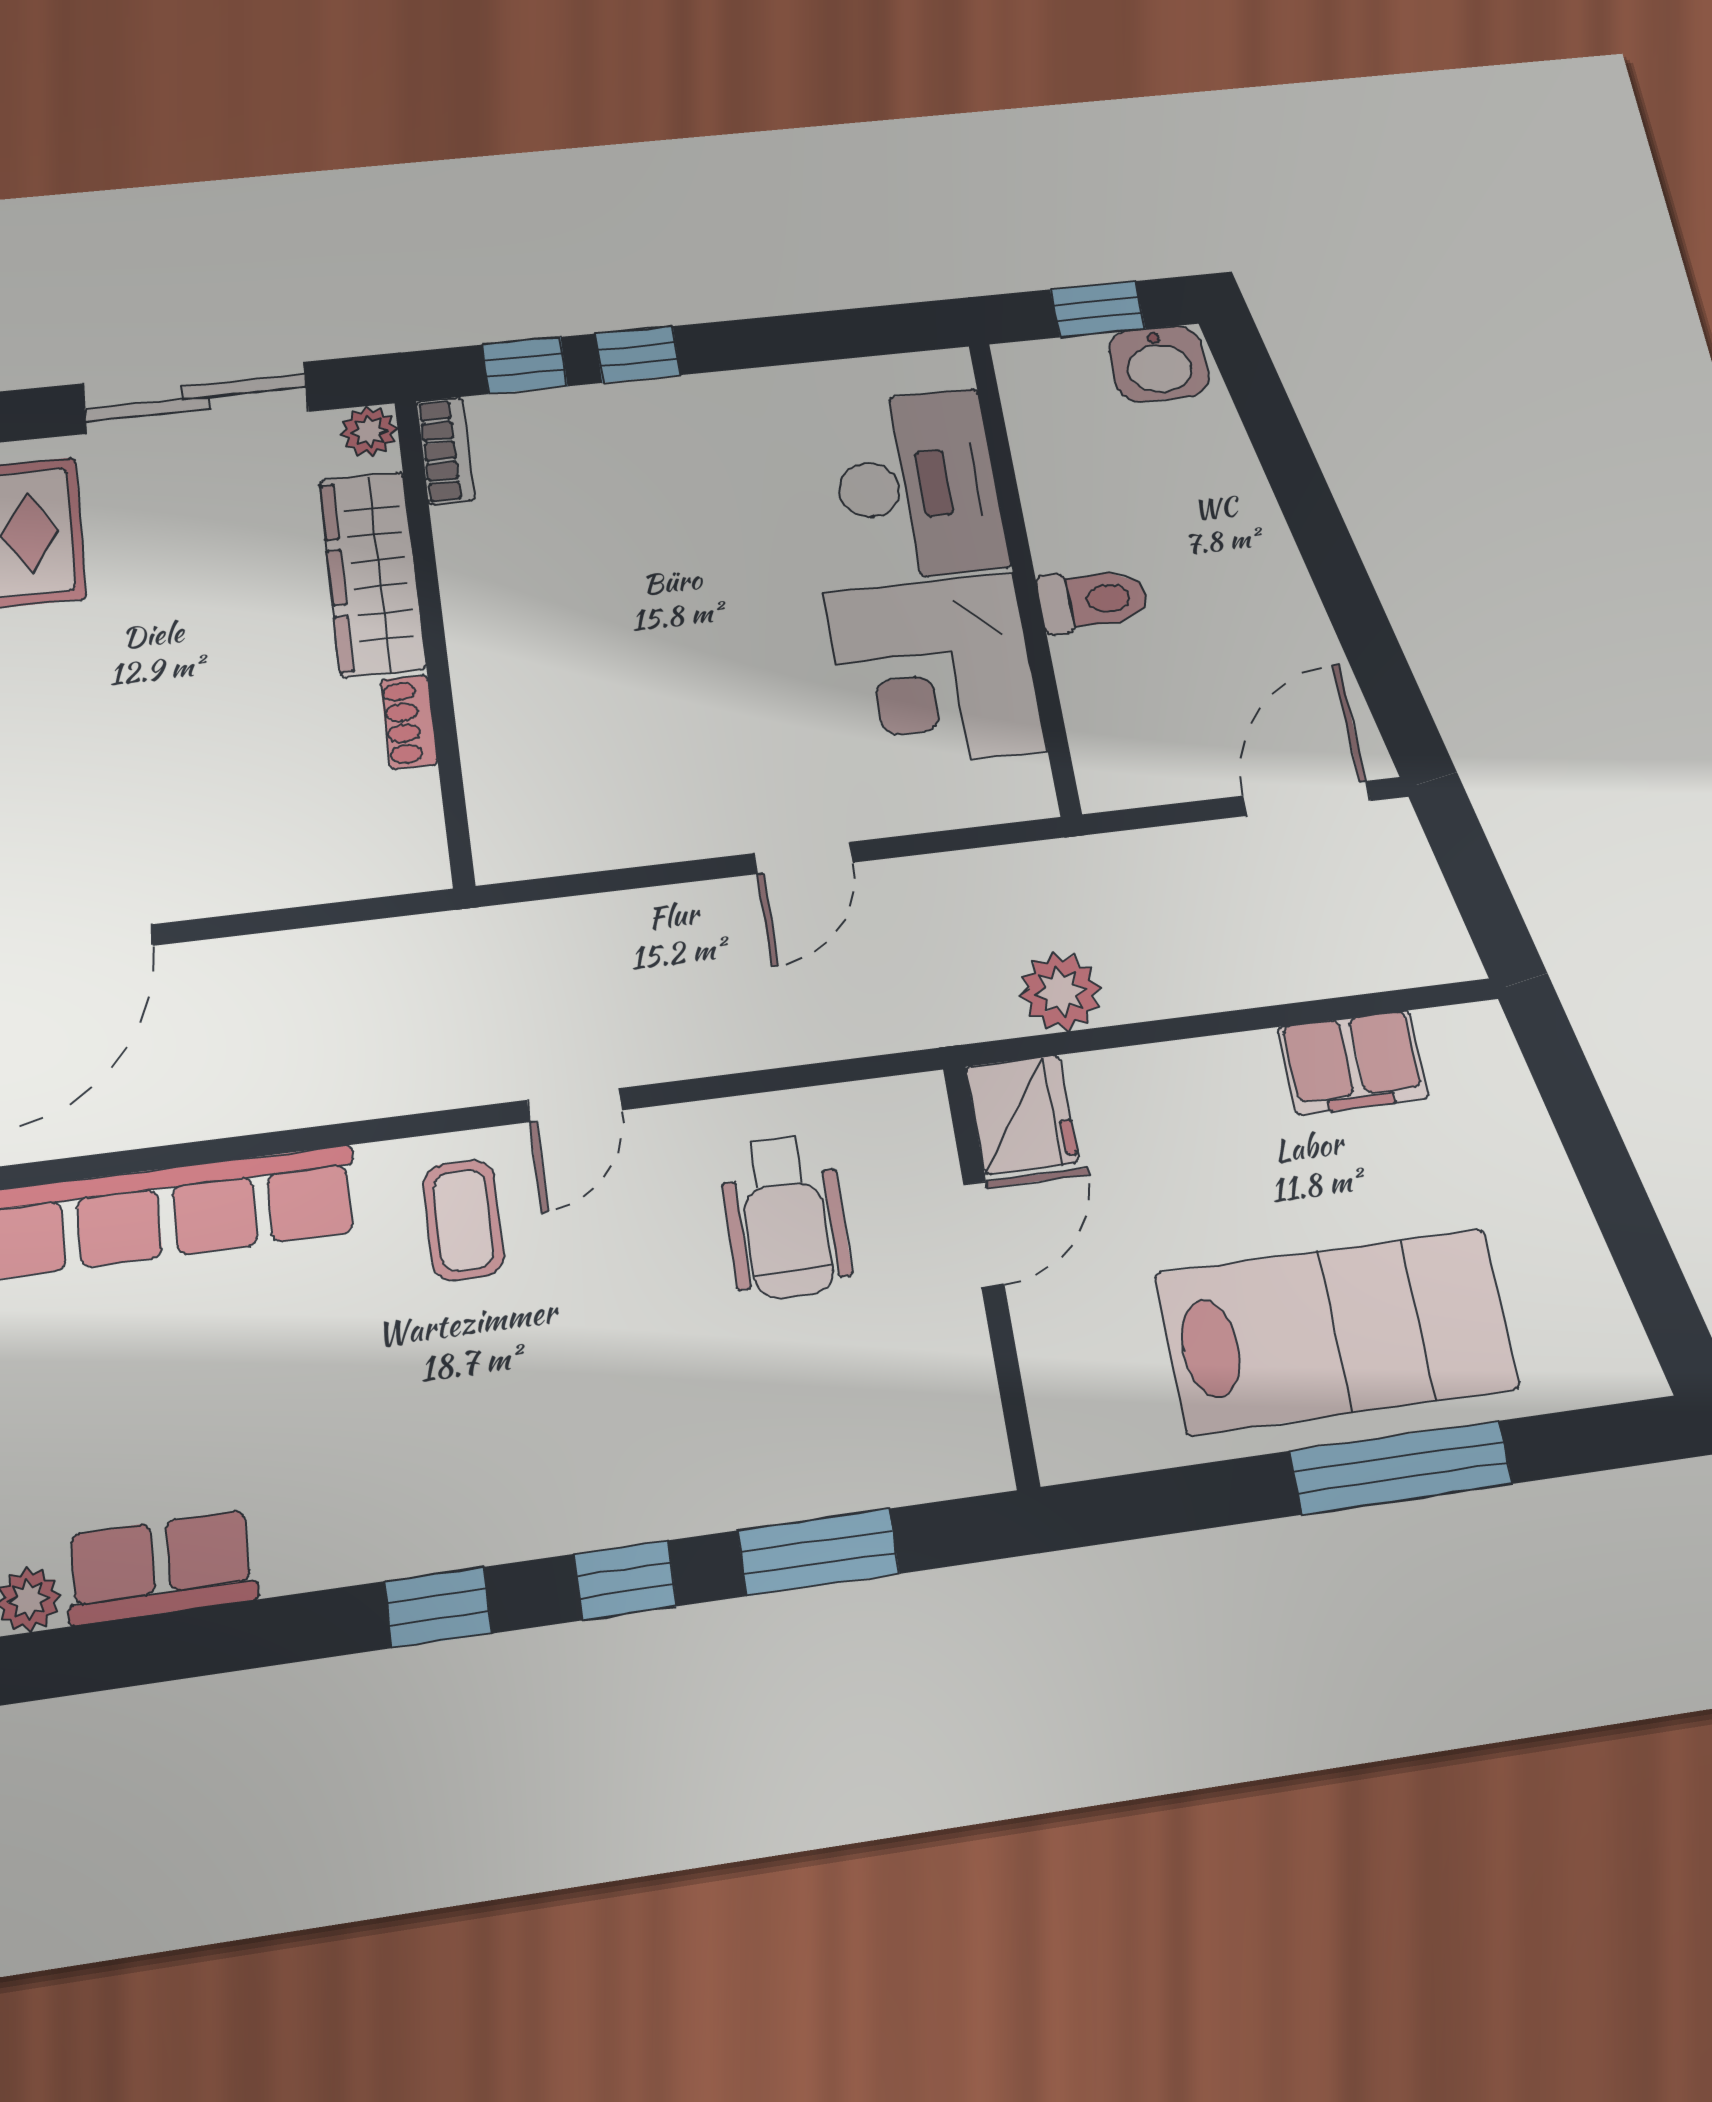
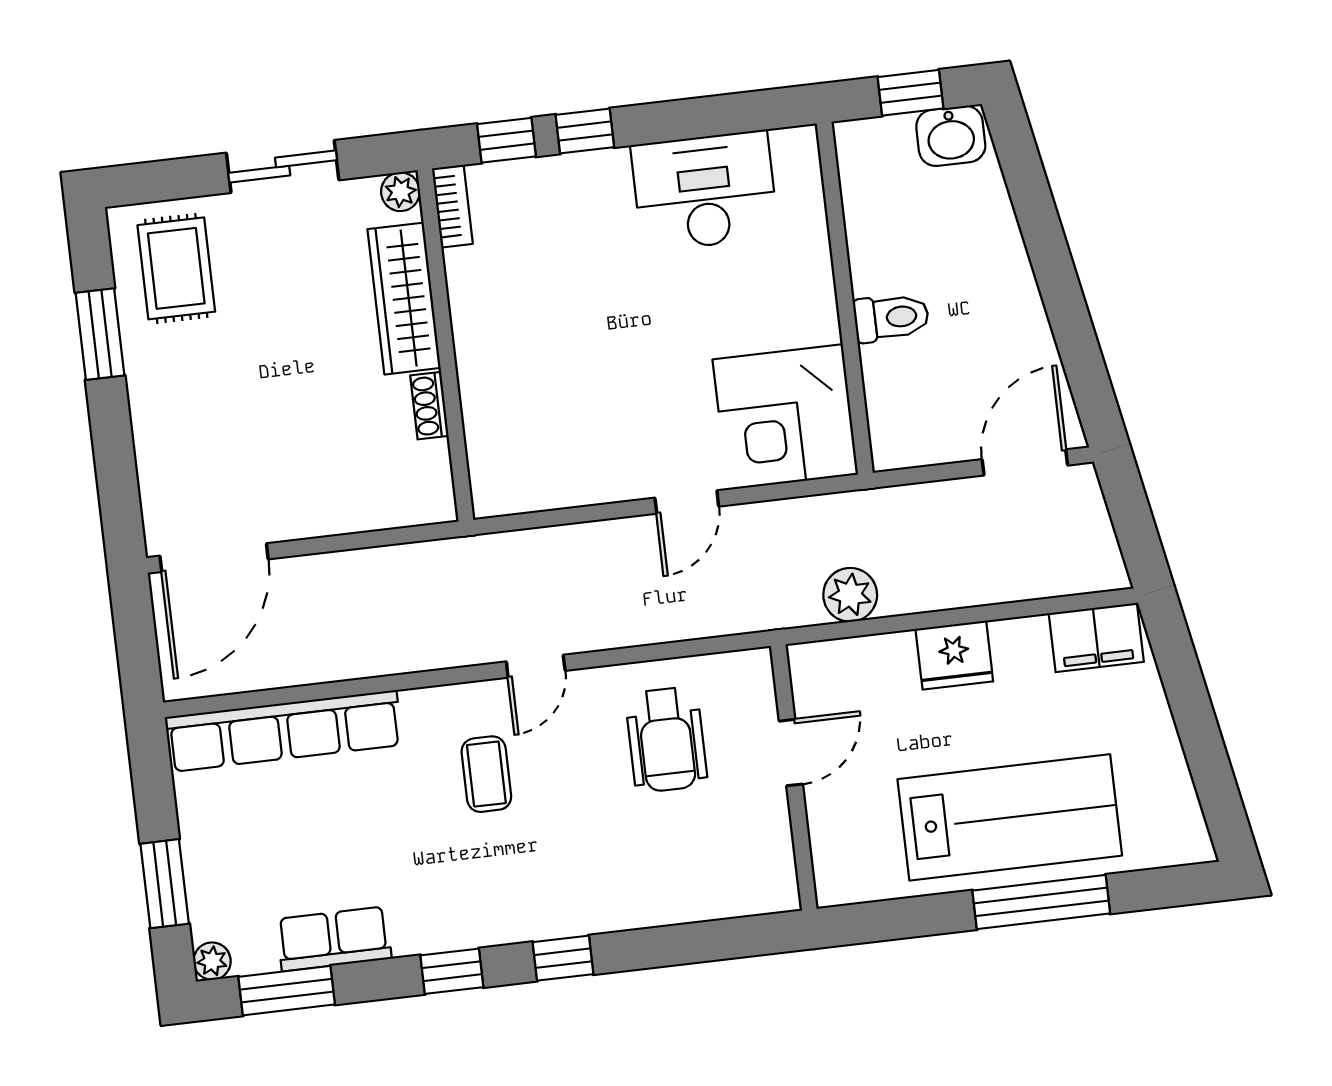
sliding door: (196, 398) -> (283, 166), width x0.73
desk: (917, 485) -> (705, 191), moved, turned -90
corner desk: (935, 671) -> (785, 417), moved
filing cabinet: (1353, 1063) -> (1096, 638), moved
fridge: (1022, 1114) -> (954, 655), moved, turned 90
coffee table: (464, 1220) -> (486, 774), moved
window: (818, 1552) -> (287, 991), moved
row of seats: (161, 1567) -> (334, 939), moved

